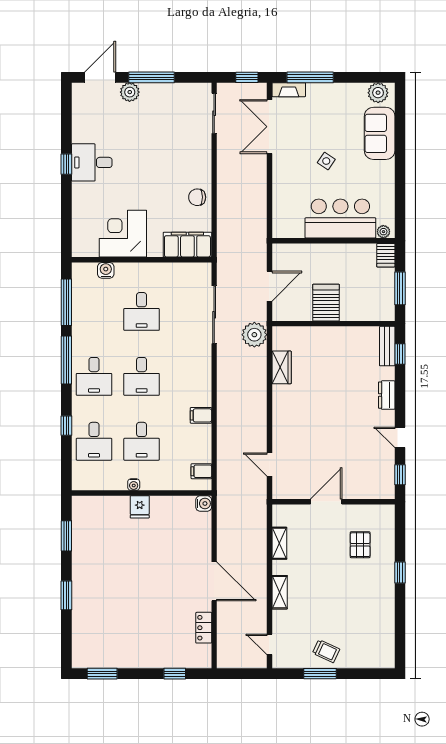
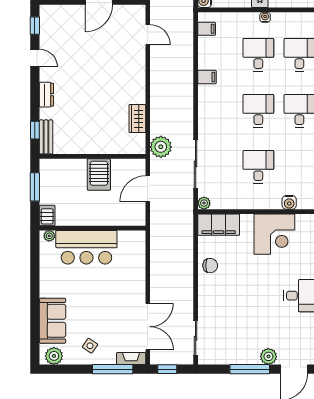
side table: (326, 161) -> (90, 346), moved
plant: (204, 270) -> (204, 203), added

